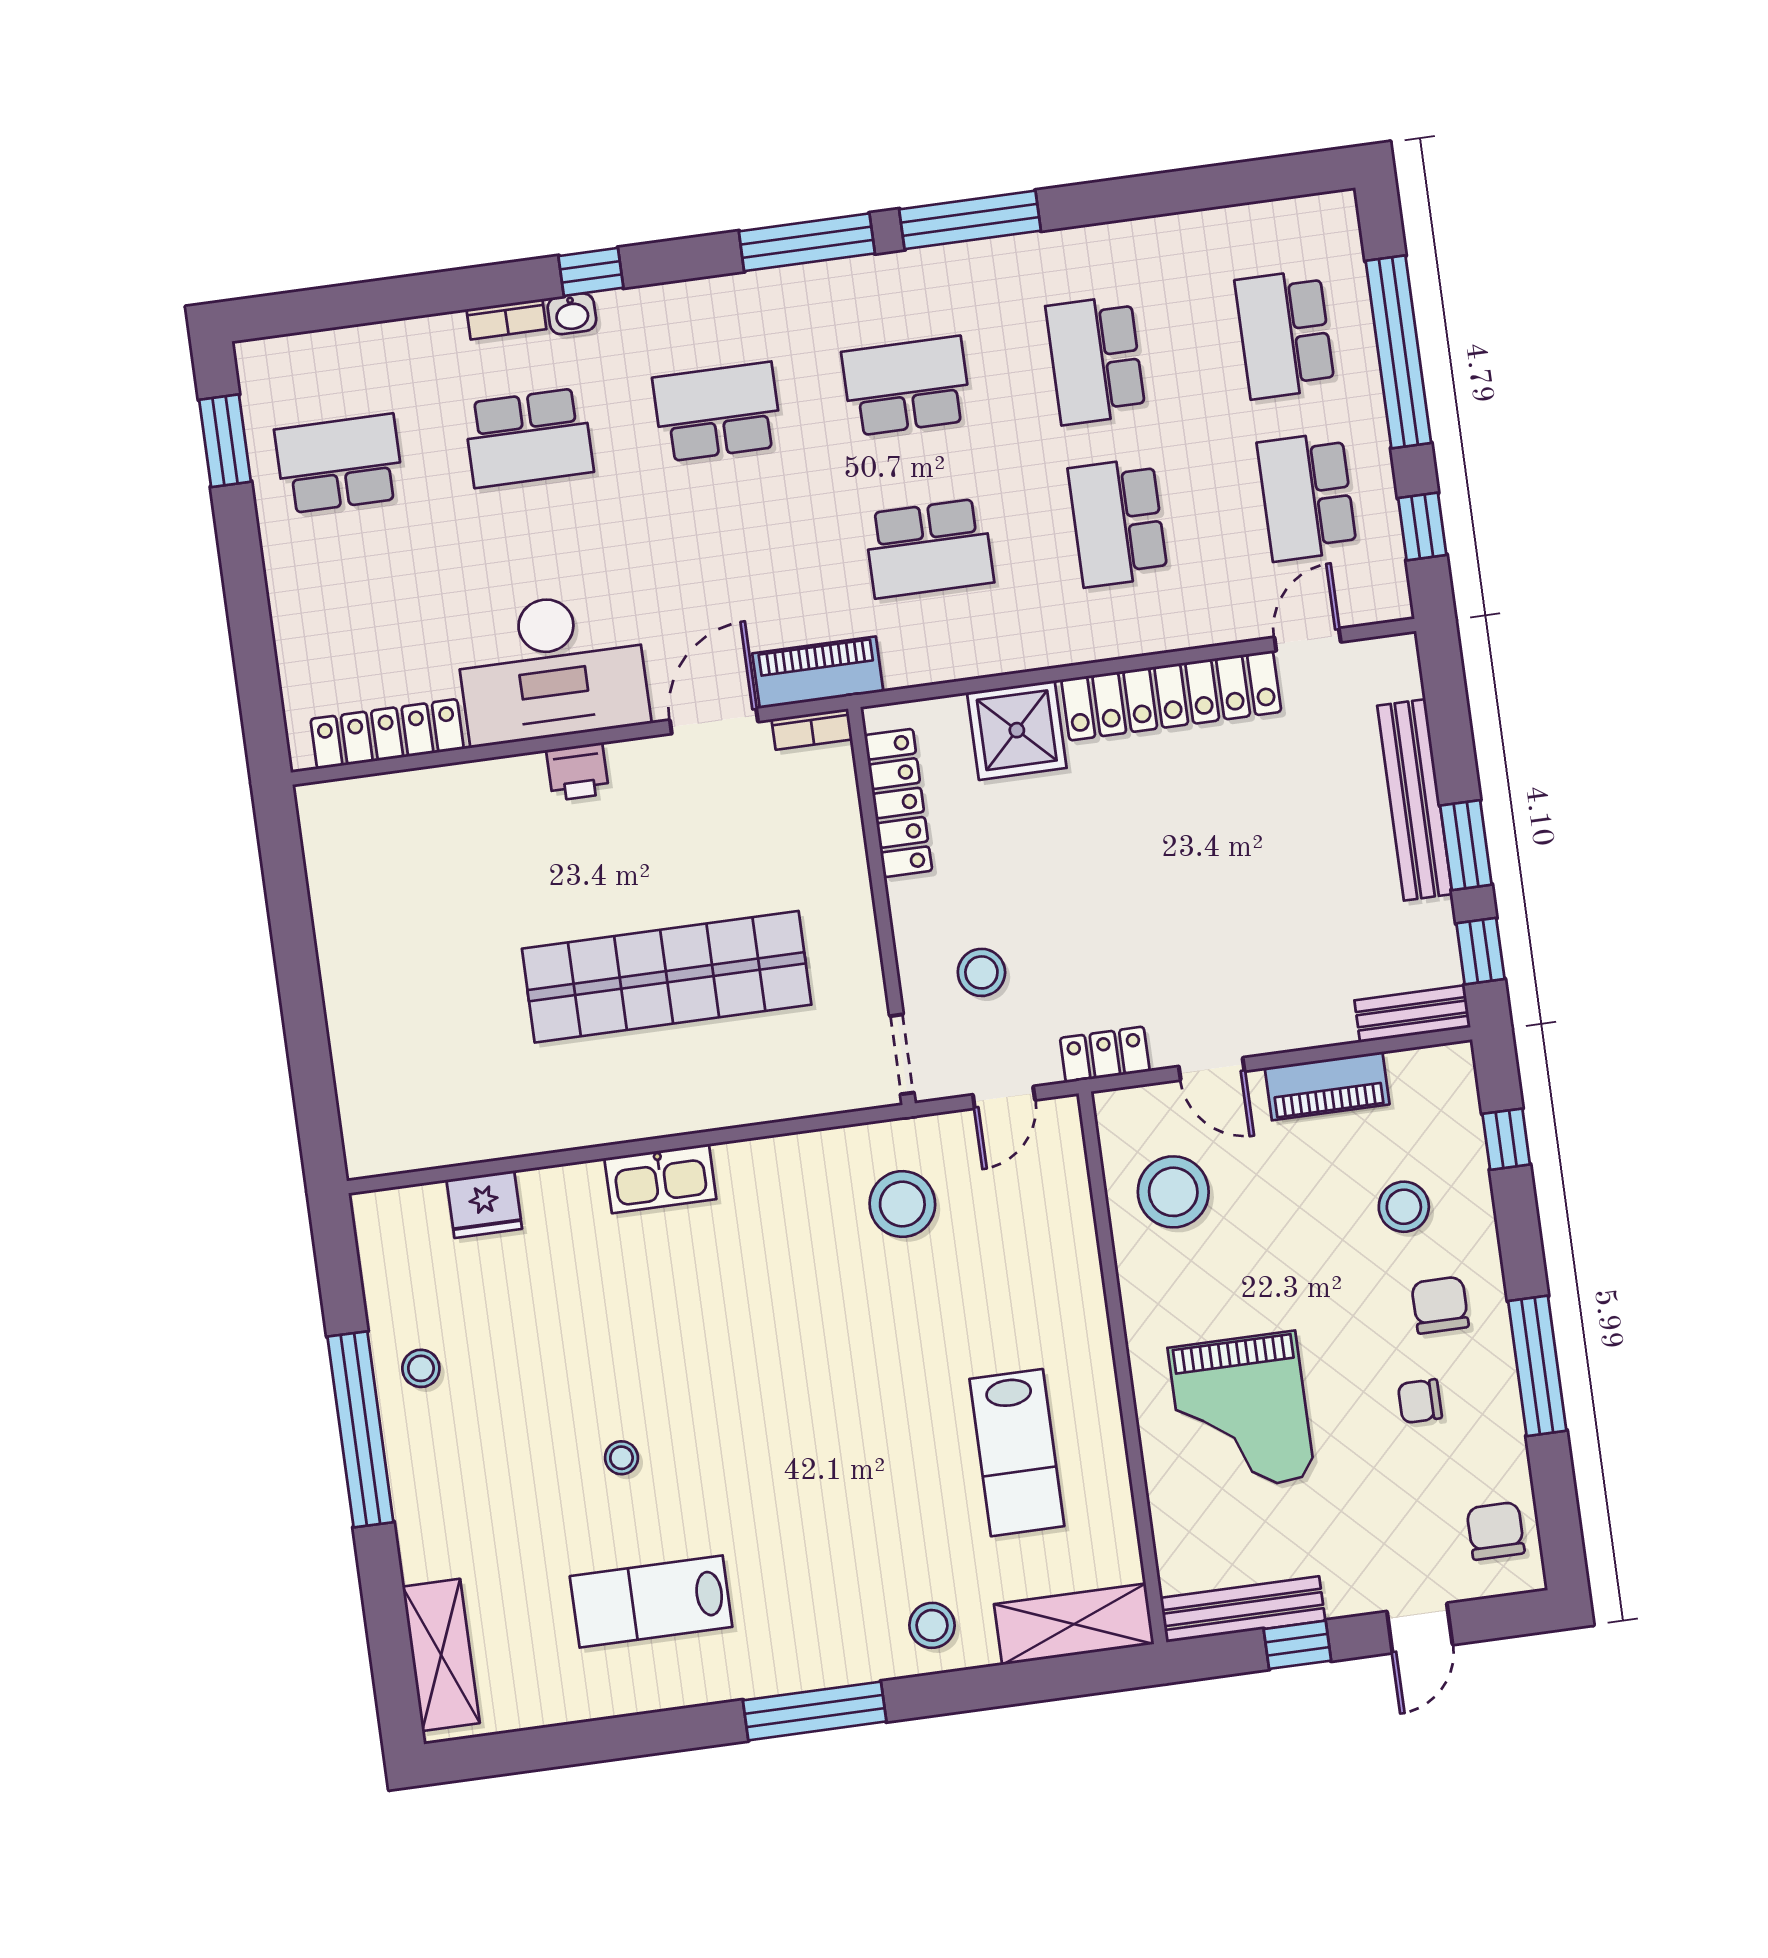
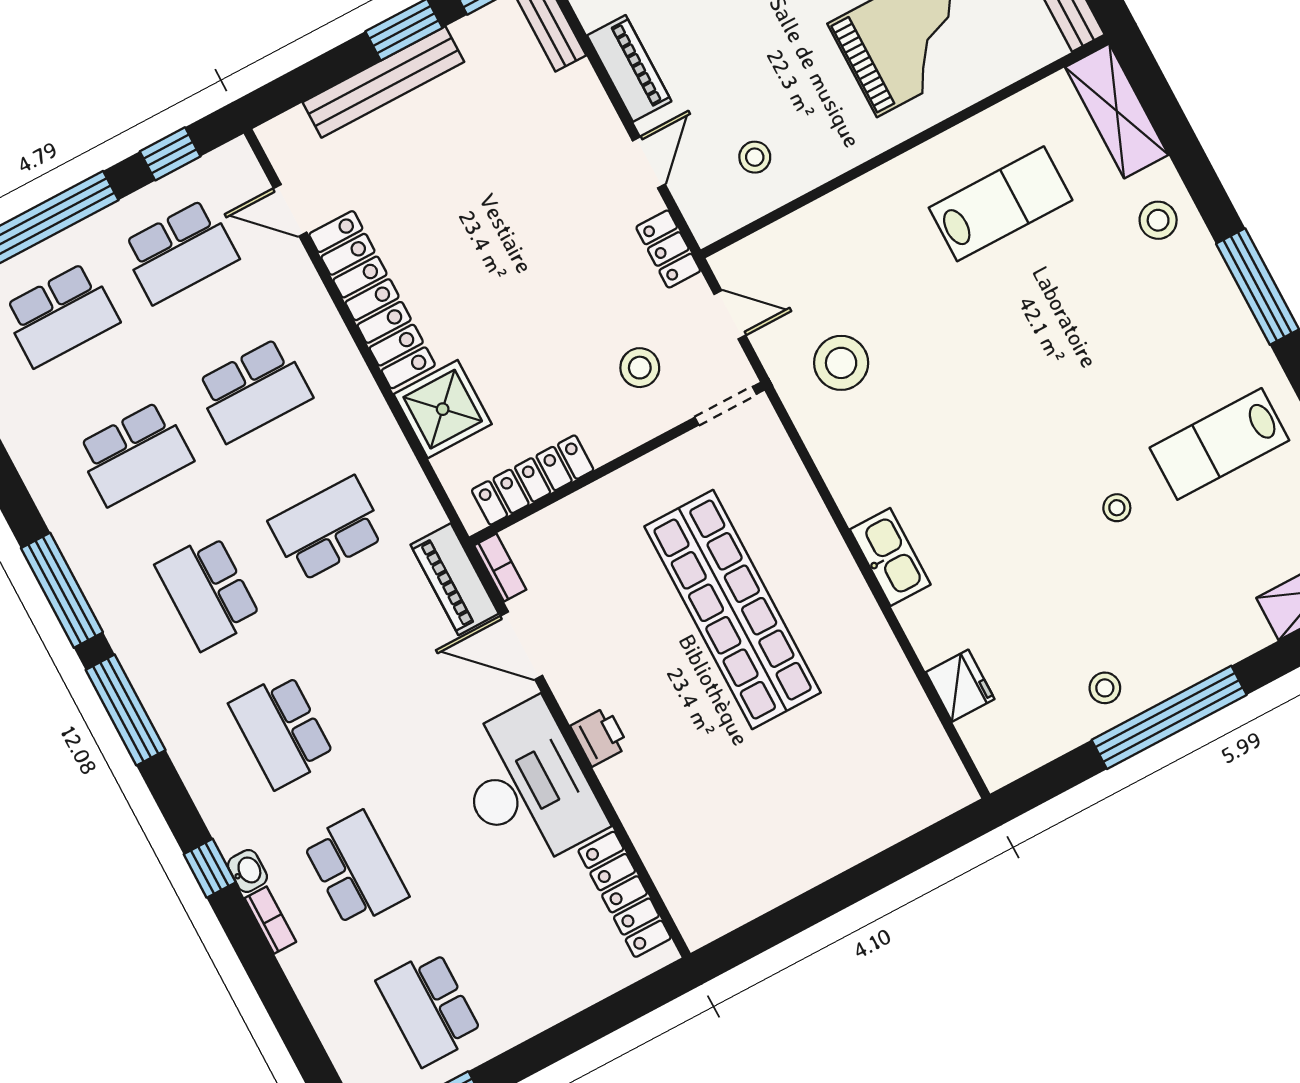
school desk: (929, 548) -> (327, 529), turned -90
stool: (1173, 1192) -> (755, 157), width x0.53, depth x0.53
lab bench: (651, 1602) -> (1219, 444), turned 90

